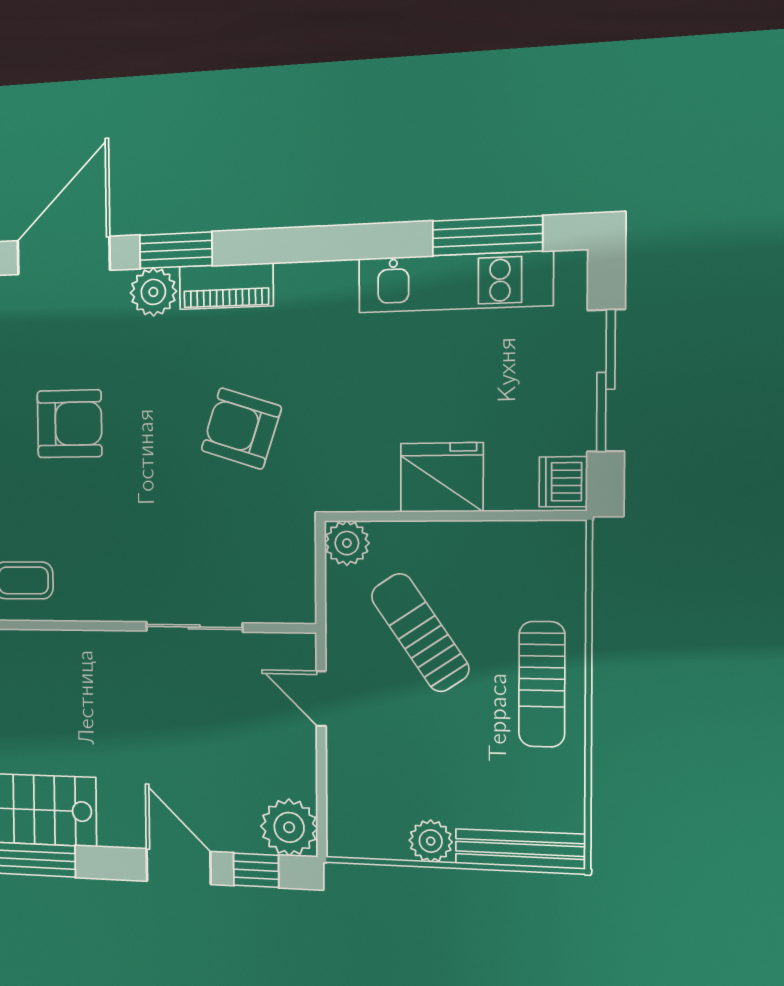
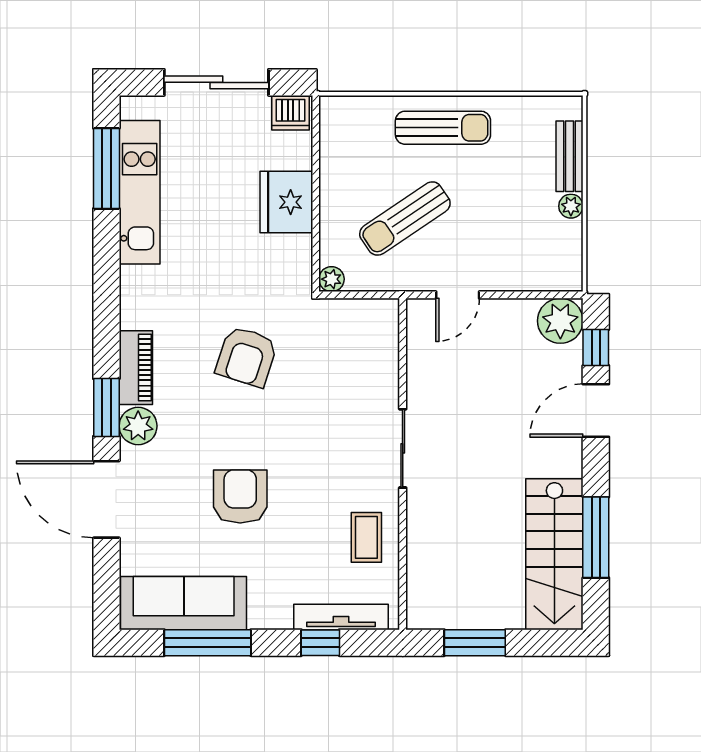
plant: (347, 543) -> (332, 279), width x0.73, depth x0.73
sliding door: (194, 627) -> (403, 448), moved
plant: (431, 841) -> (571, 206), width x0.73, depth x0.73
bench: (520, 849) -> (569, 156), width x0.73

